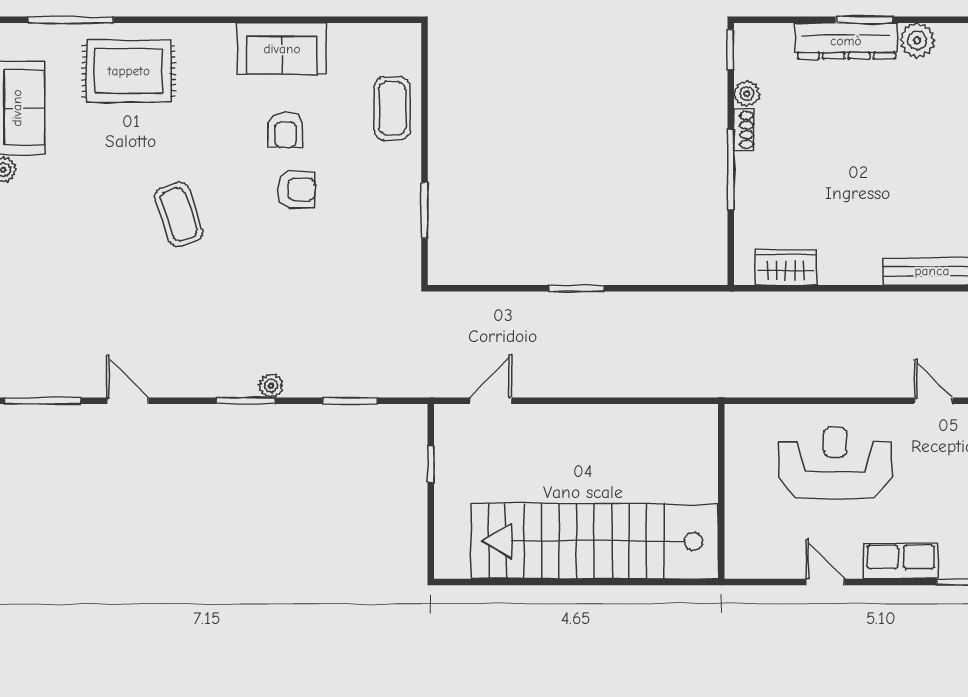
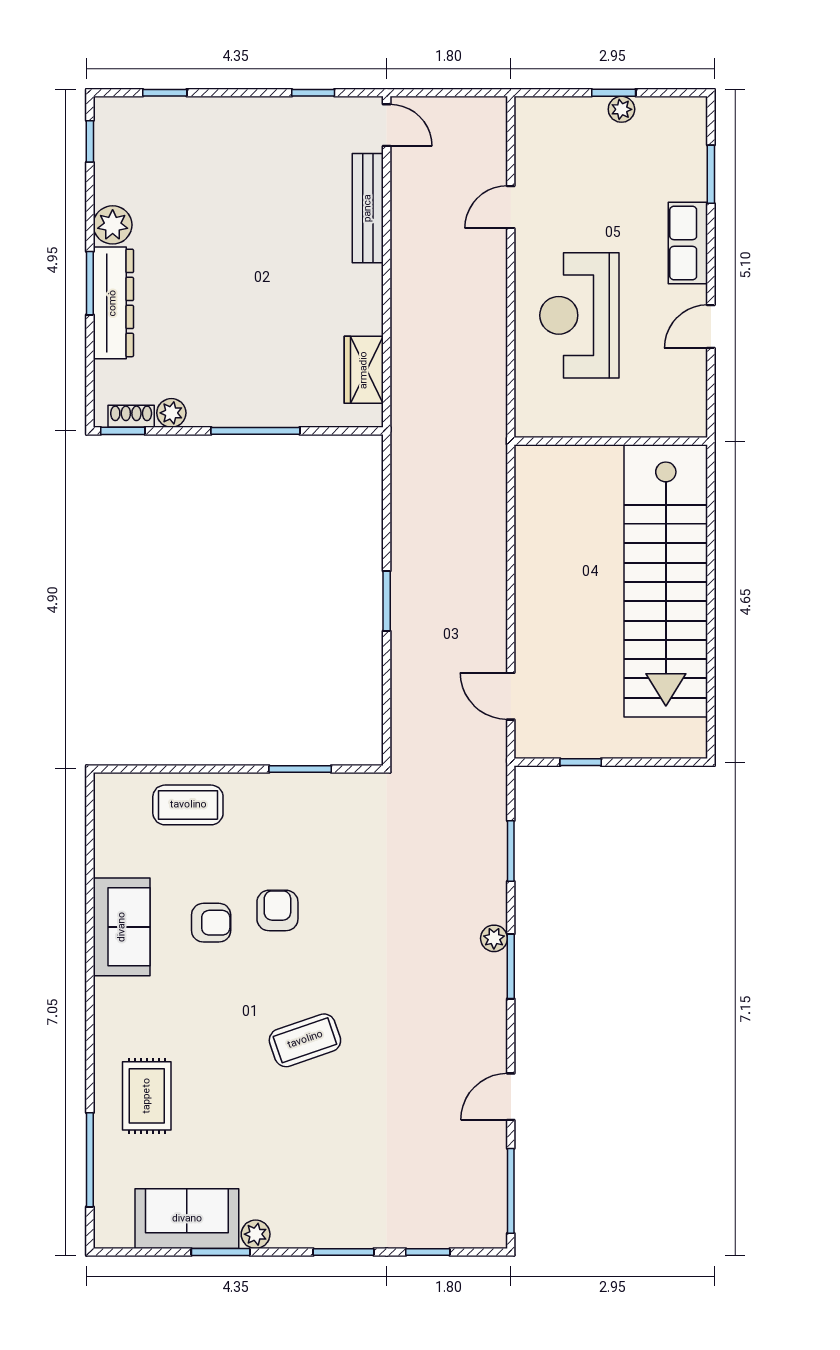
rug: (129, 71) -> (147, 1096), width x0.73, depth x0.70
shoe rack: (744, 130) -> (131, 416), moved

